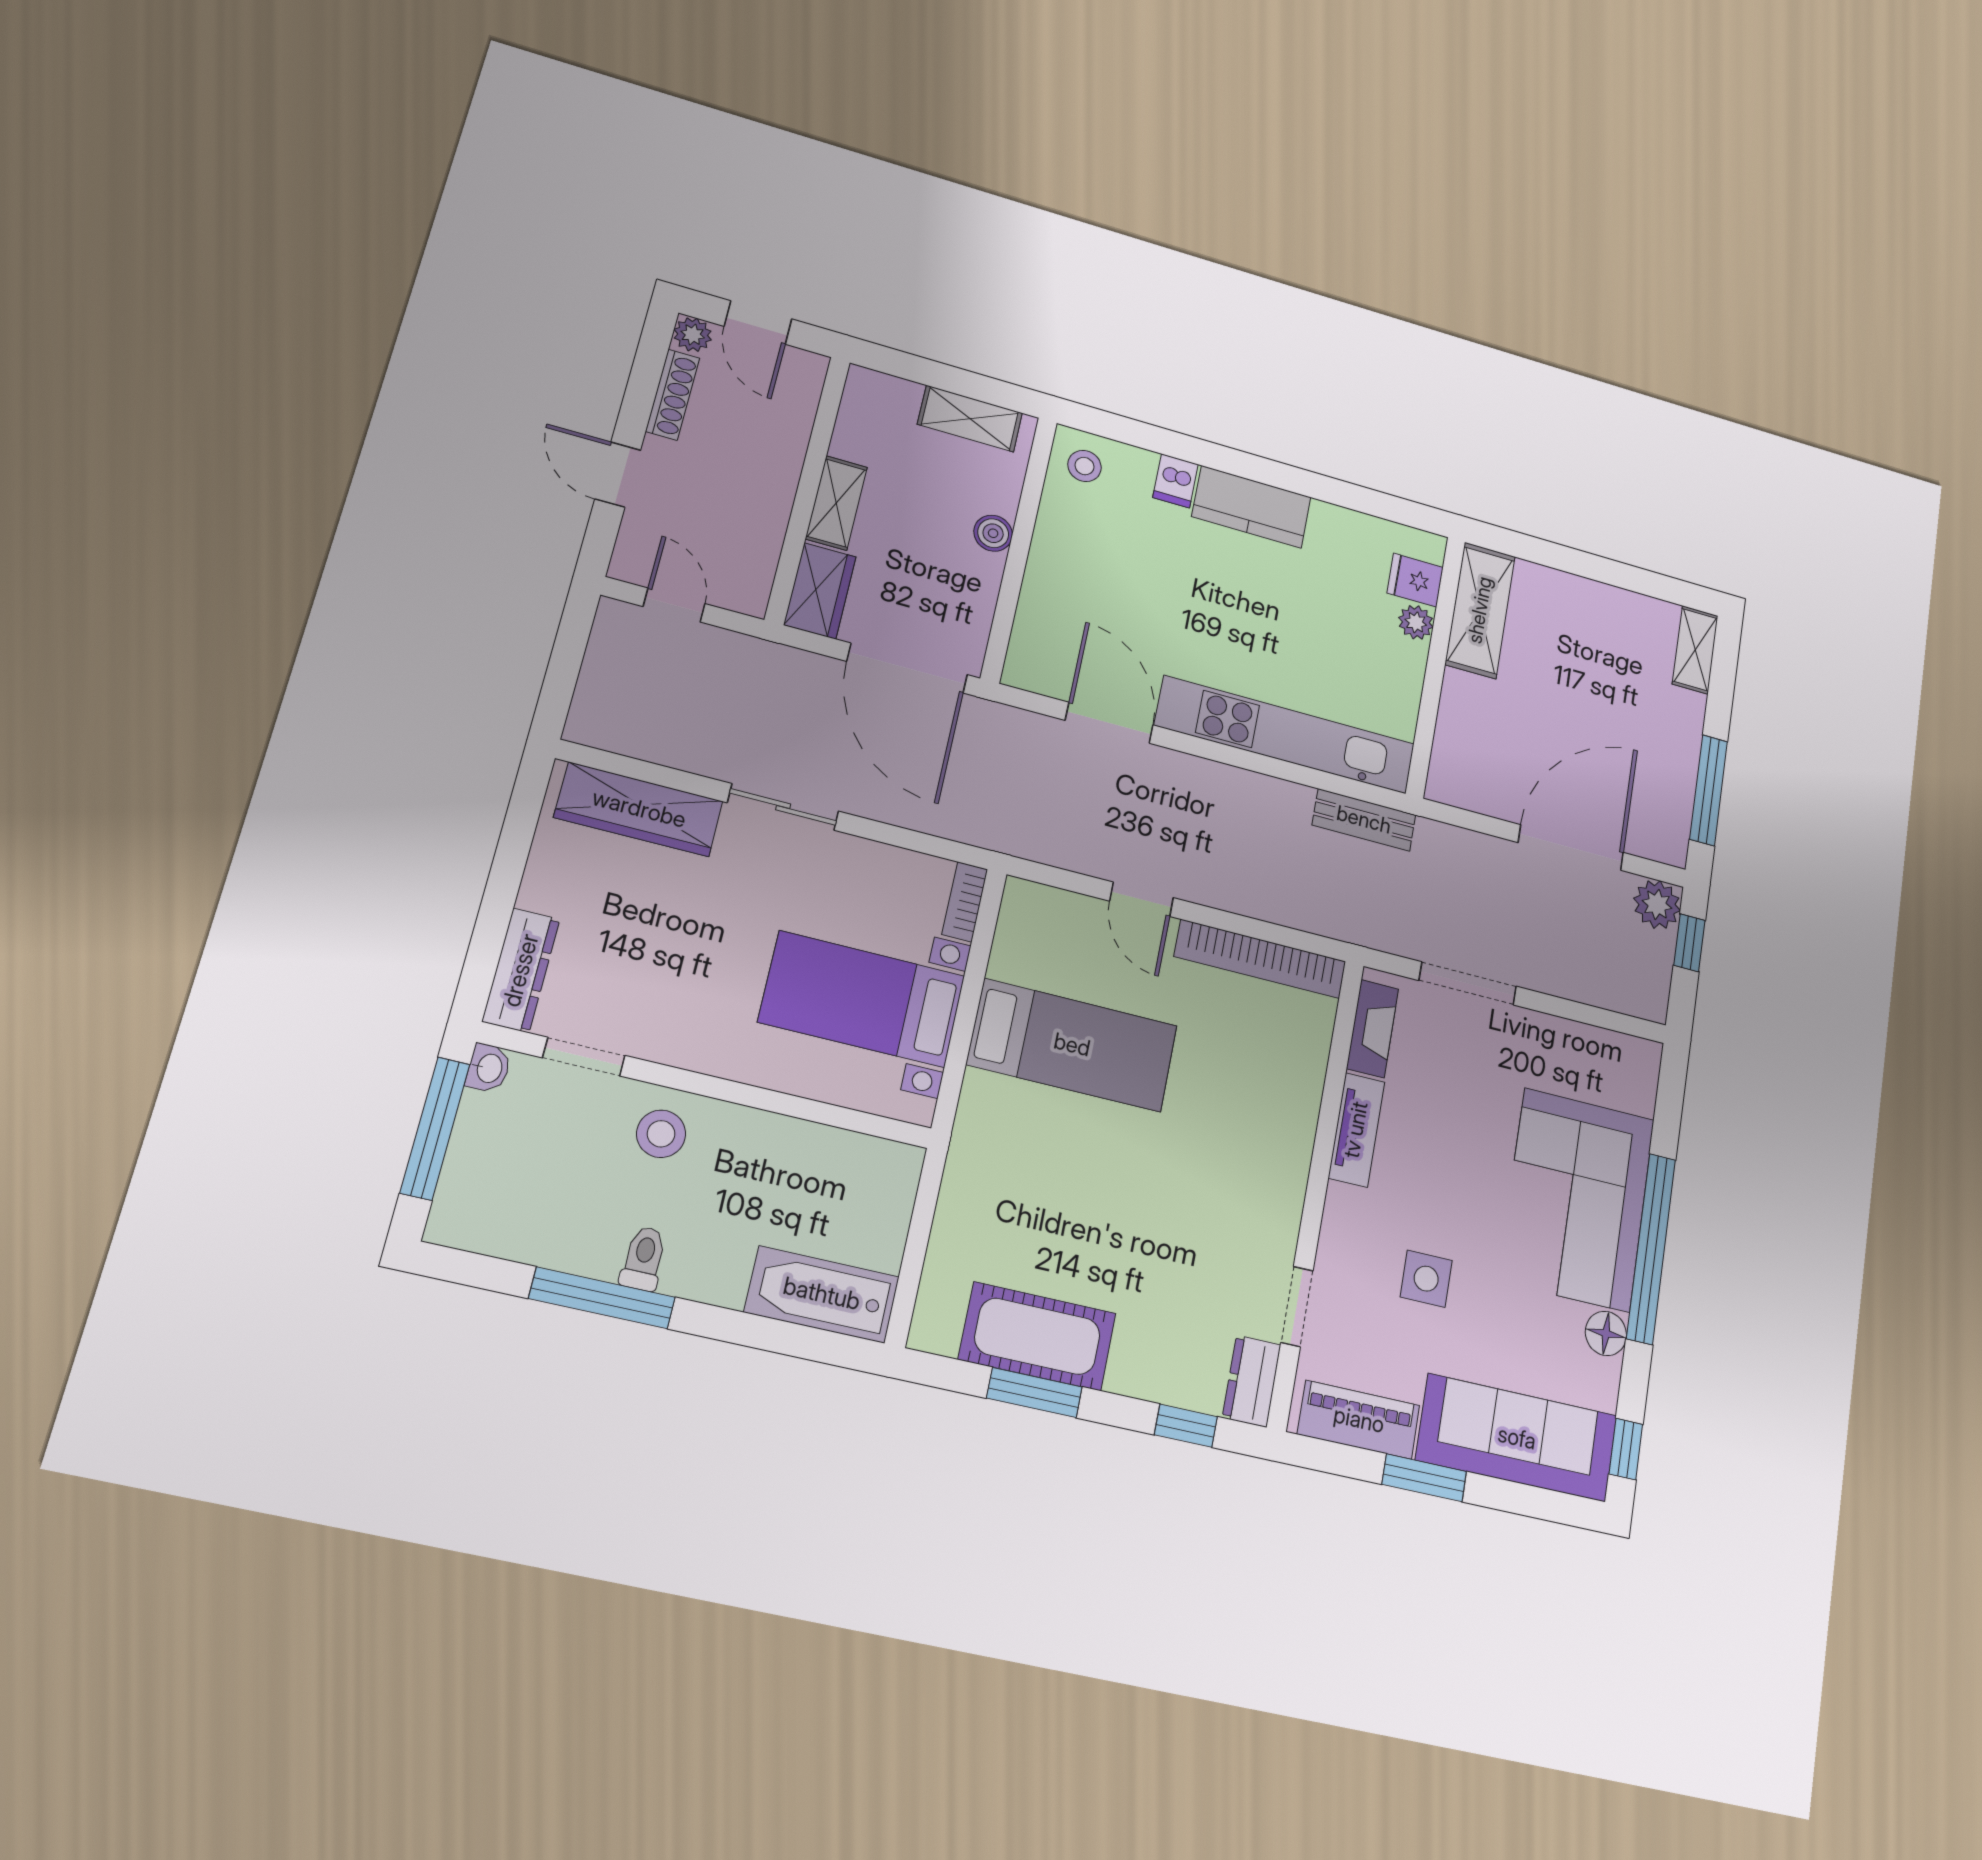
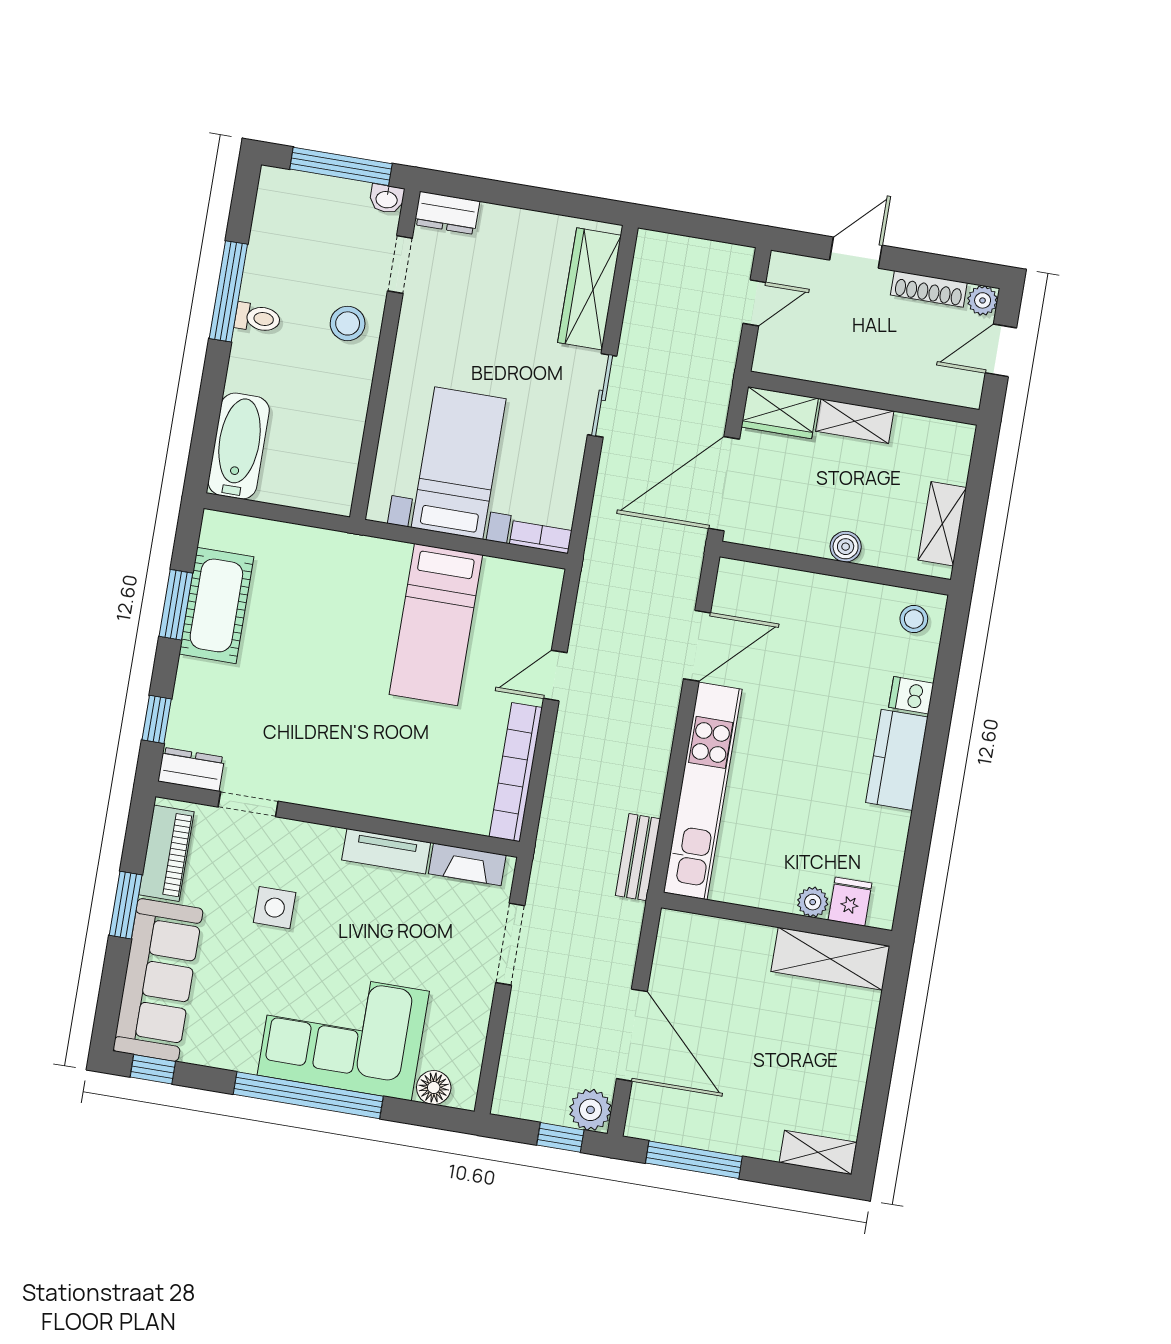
dresser: (521, 970) -> (447, 213), width x0.70
floor lamp: (1606, 1333) -> (434, 1088), moved

